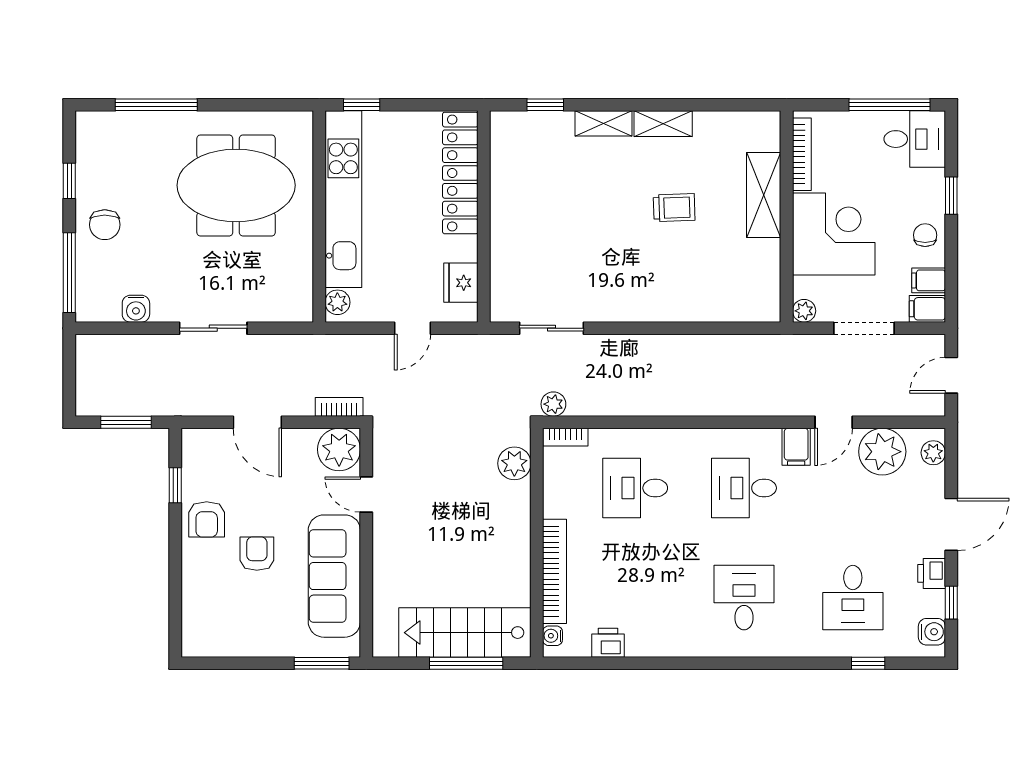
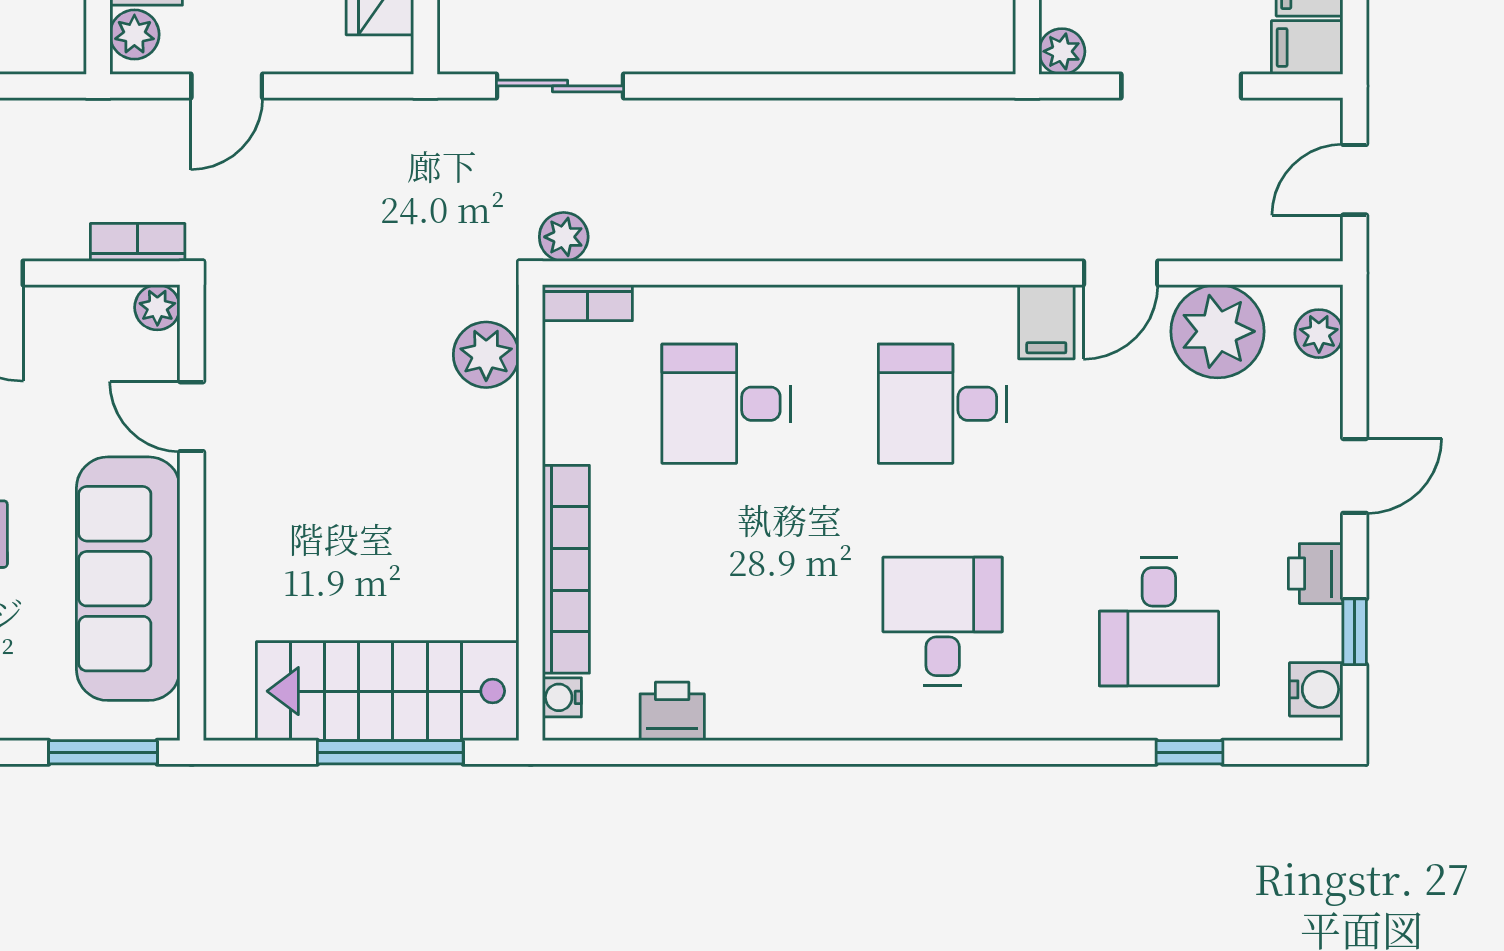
door: (412, 328) -> (227, 86), moved
plant: (339, 449) -> (157, 307), width x0.53, depth x0.53
door: (951, 524) -> (1355, 476), width x0.73

